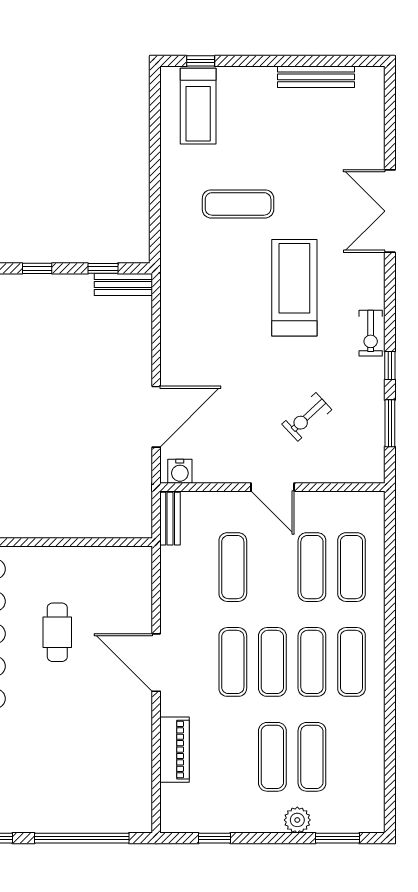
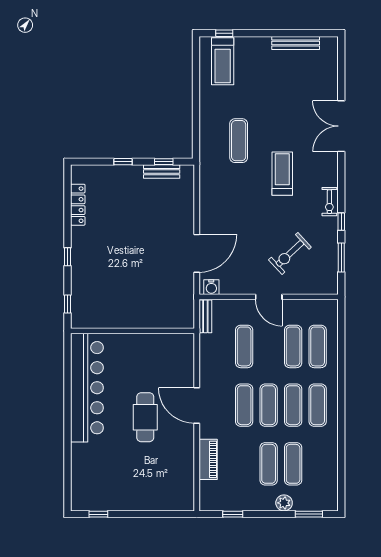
exercise mat: (238, 204) -> (239, 141), moved, turned 90
bench: (123, 284) -> (162, 172), moved
treadmill: (294, 288) -> (282, 174), width x0.73, depth x0.73
exercise bike: (307, 417) -> (290, 254), width x1.38, depth x1.39
cafe table: (57, 632) -> (145, 417), moved, width x1.37, depth x1.35
window: (82, 838) -> (151, 514), removed

